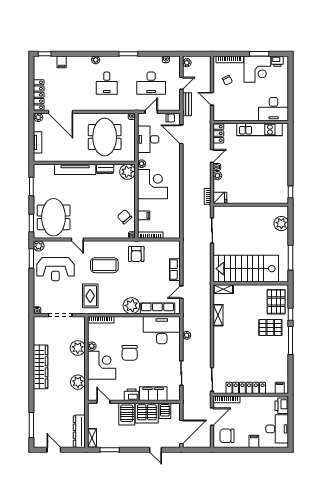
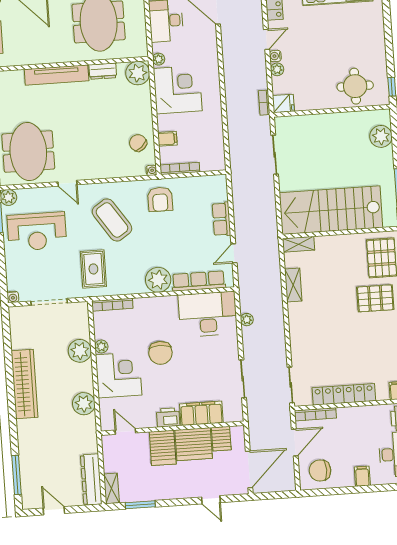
round table: (267, 190) -> (355, 86), added
coffee table: (104, 265) -> (112, 220), turned 56

